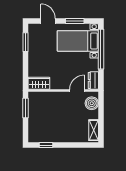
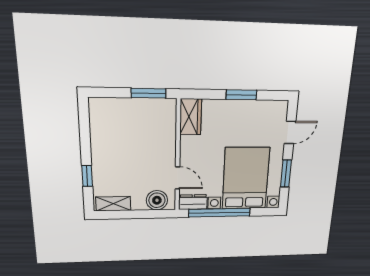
bed with nightstands: (78, 41) -> (246, 178), width x1.36
window: (25, 42) -> (241, 95), moved
window: (101, 49) -> (219, 213), moved
window: (46, 145) -> (87, 176), moved

